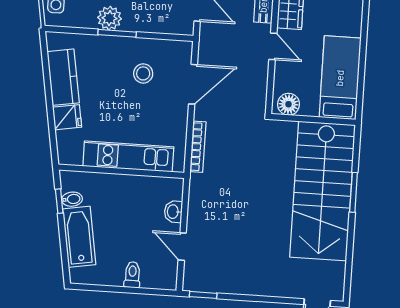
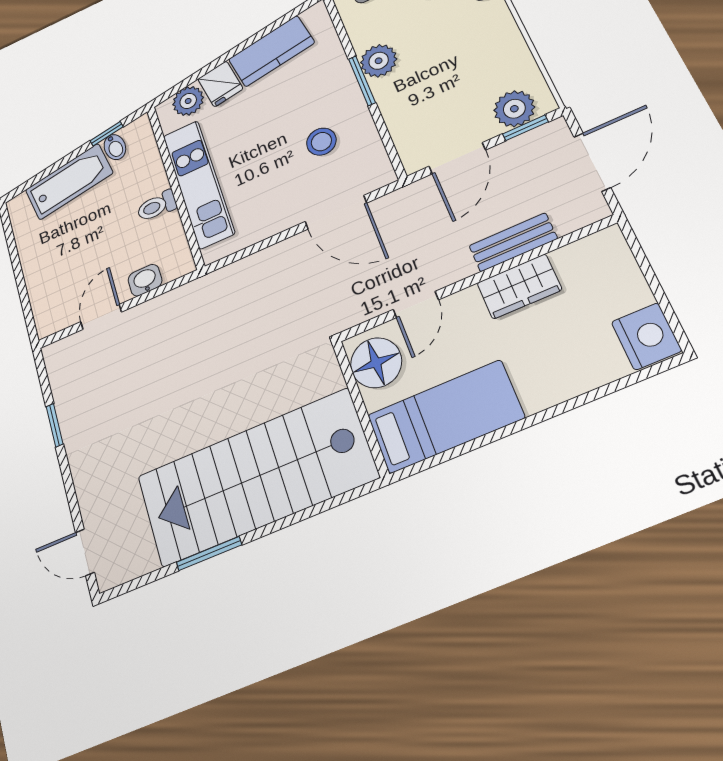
door: (273, 46) -> (416, 305), moved
floor lamp: (289, 104) -> (376, 363), width x1.38, depth x1.38
plant: (67, 141) -> (188, 101), added
bookcase: (198, 147) -> (249, 265), removed
window: (354, 192) -> (209, 554), moved
toilet: (132, 275) -> (157, 206), moved, turned 180
window: (203, 295) -> (55, 425), moved

